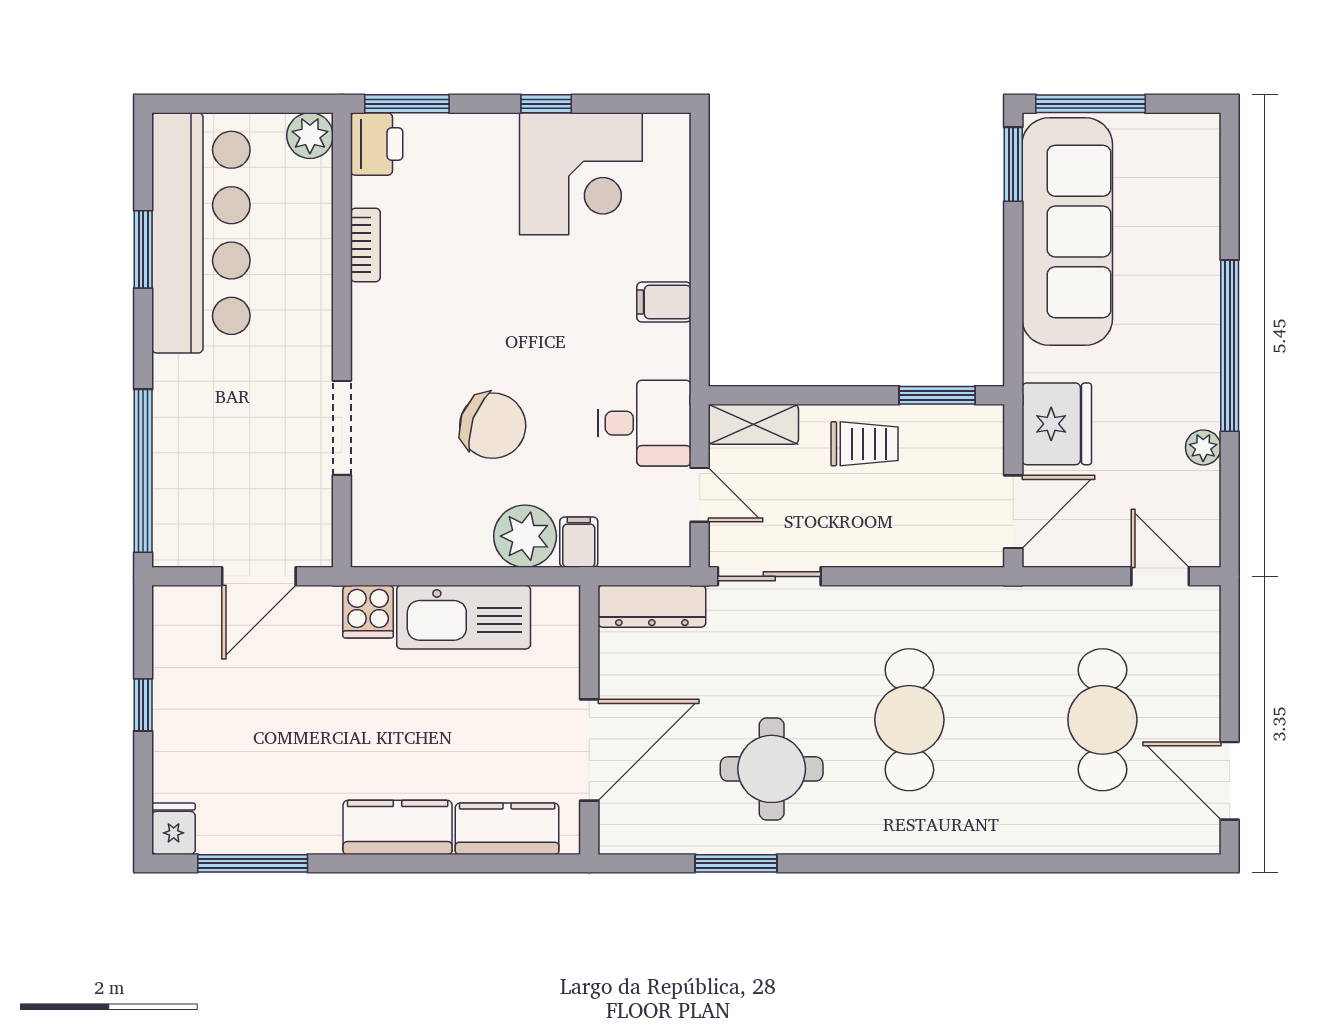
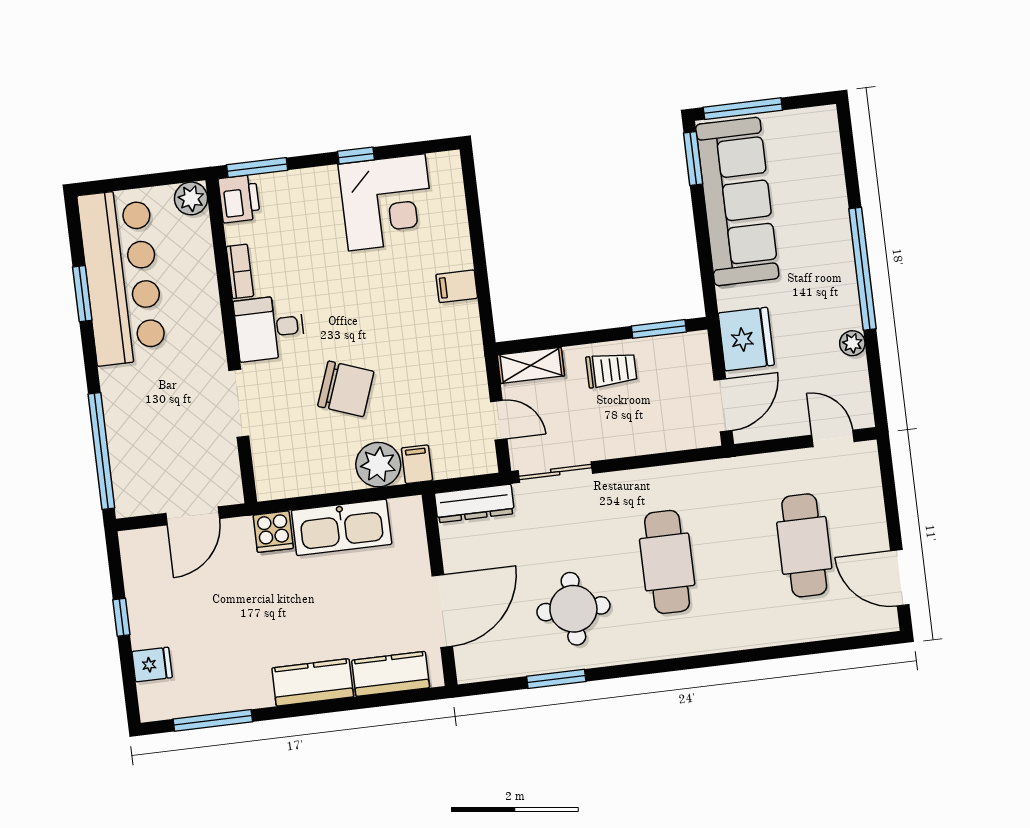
desk: (644, 423) -> (269, 328), moved, turned 180
fridge: (174, 829) -> (152, 665), moved, turned 90

